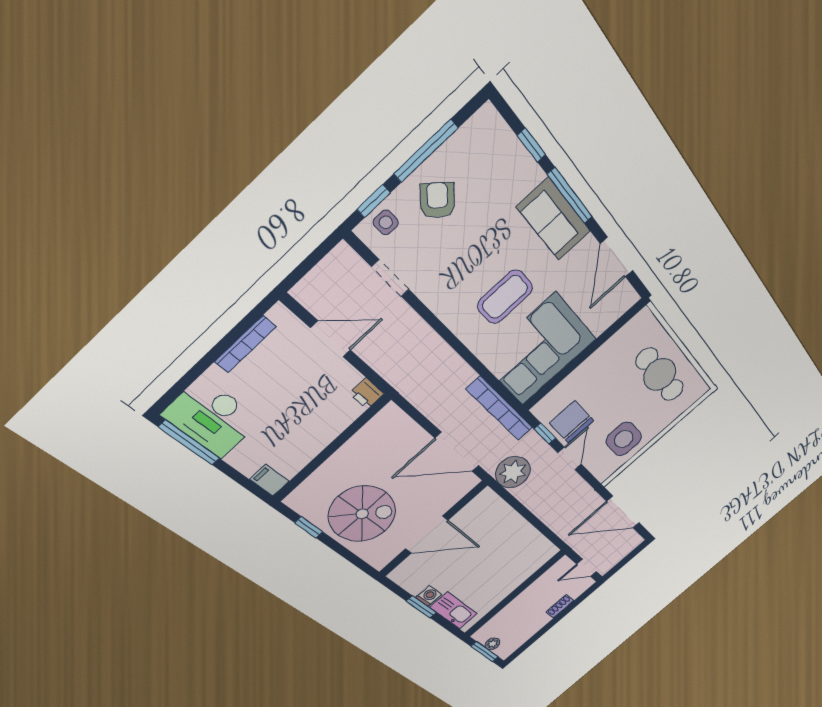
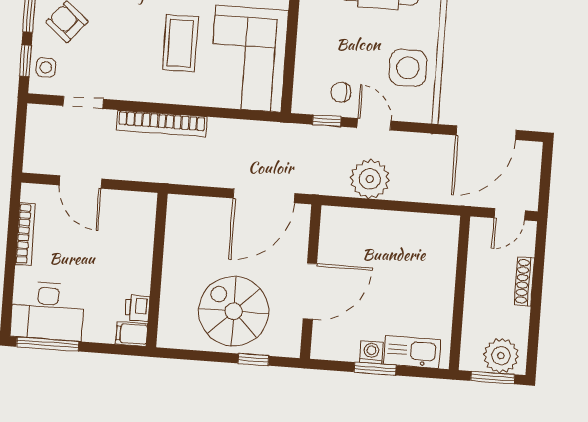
door: (331, 339) -> (81, 182), swing flipped
printer: (367, 394) -> (137, 308), moved, turned 90
bookcase: (500, 409) -> (162, 123), moved
chair: (572, 422) -> (341, 92), width x0.54, depth x0.54
plant: (513, 472) -> (370, 179), moved
spiral stairs: (362, 514) -> (234, 311), turned -90
window: (309, 527) -> (253, 360), moved
shoe rack: (560, 606) -> (524, 281), width x1.43
plant: (492, 644) -> (501, 356), width x1.88, depth x1.88

